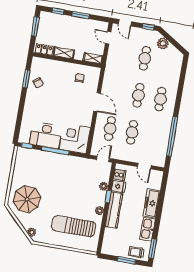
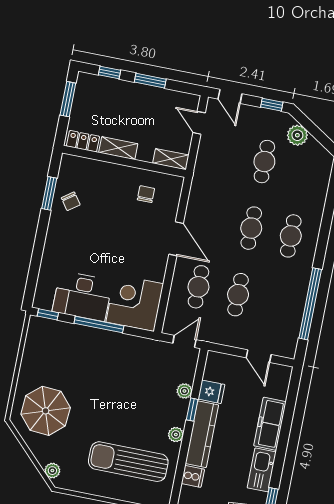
cooker: (120, 175) -> (193, 476), moved

